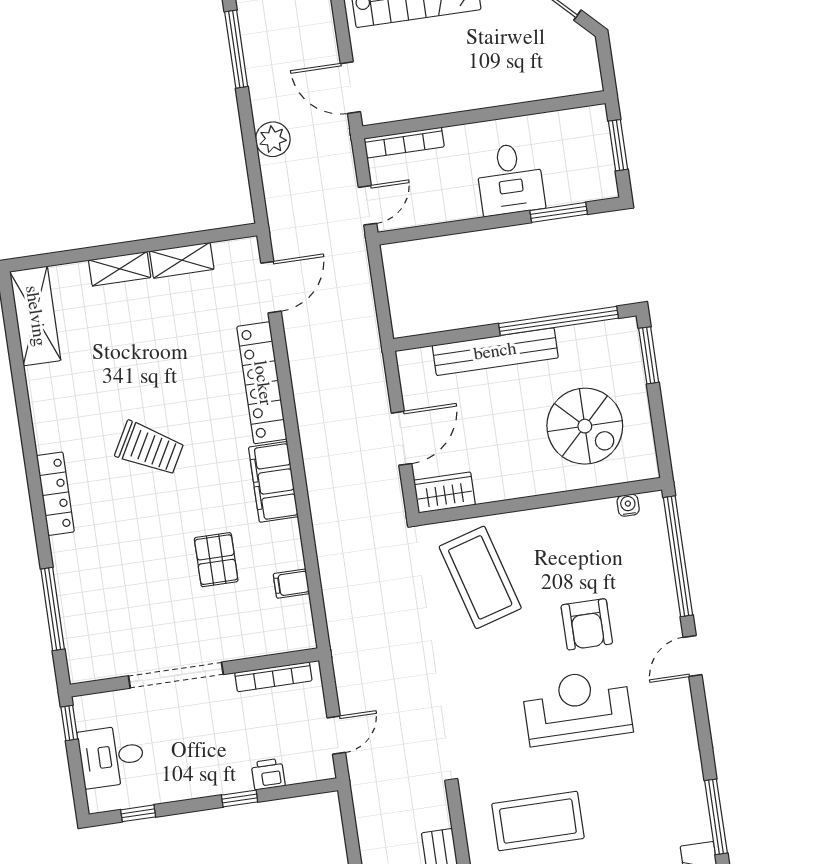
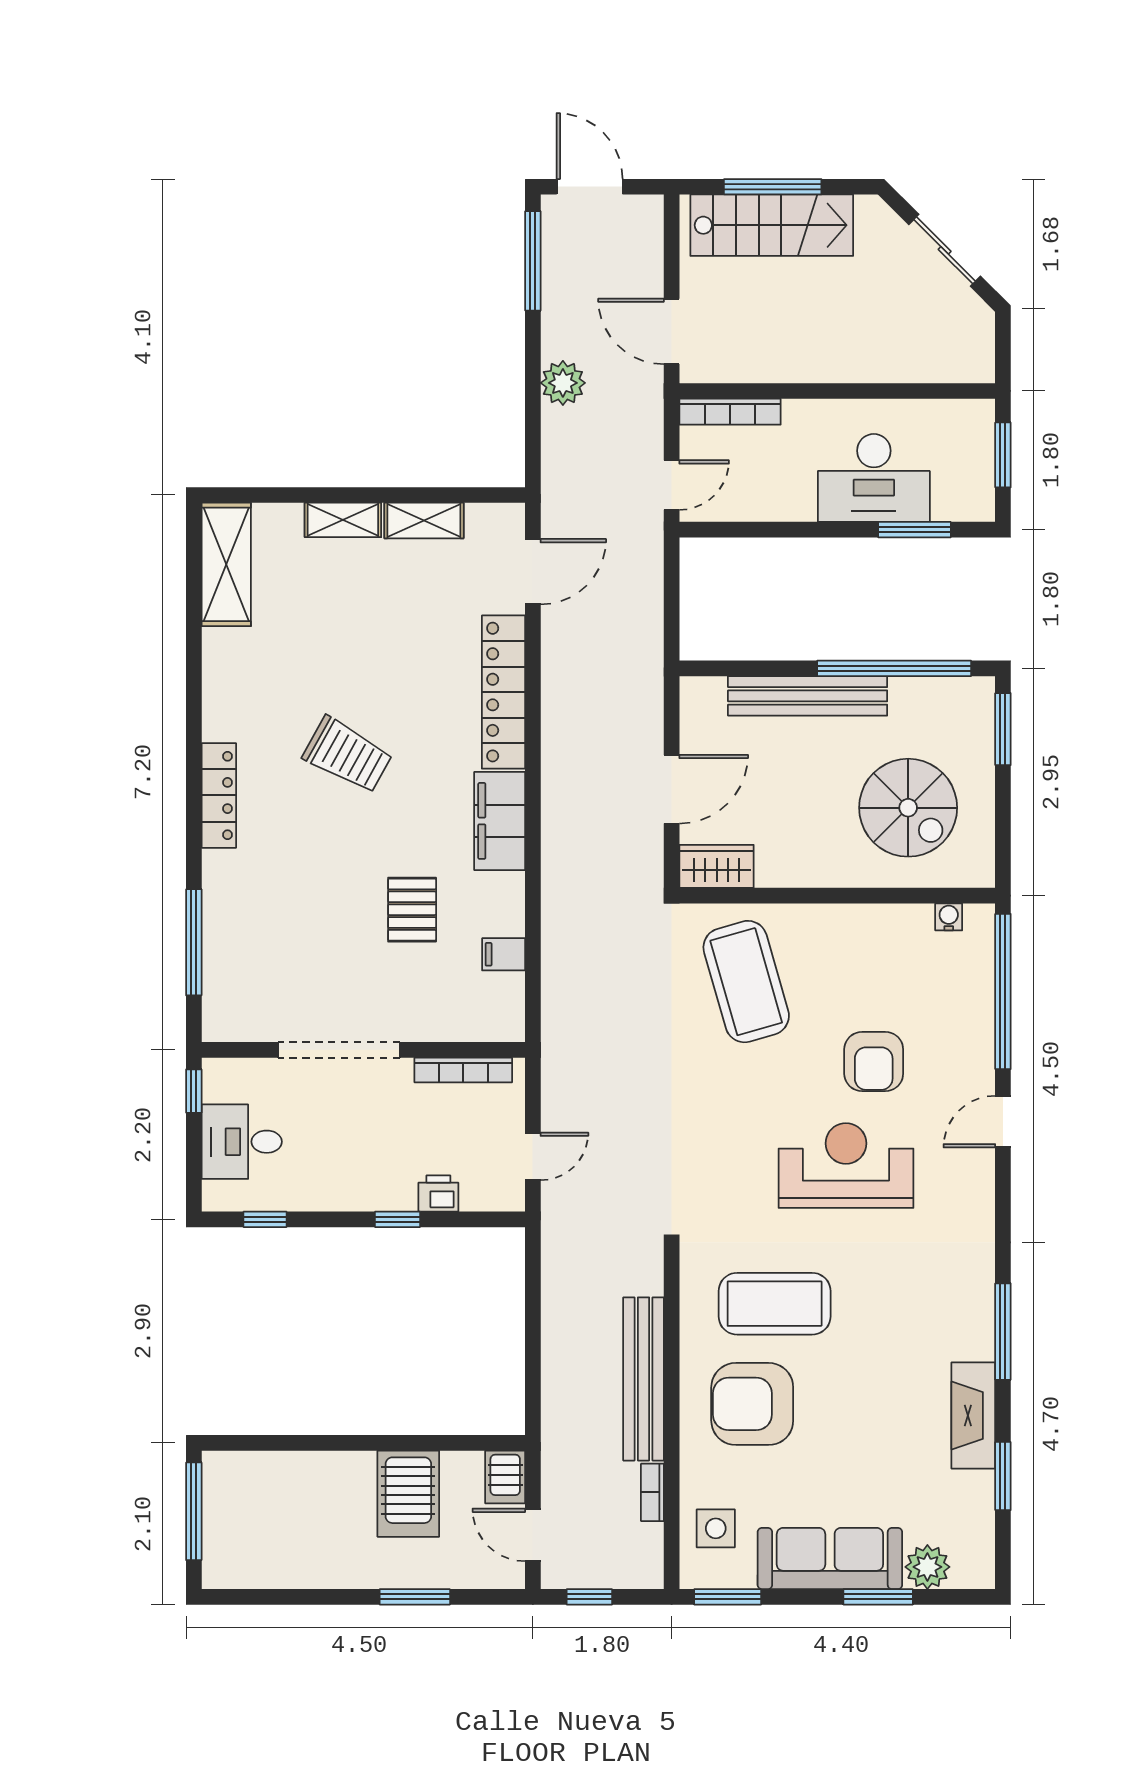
desk: (510, 179) -> (874, 478), width x1.37

